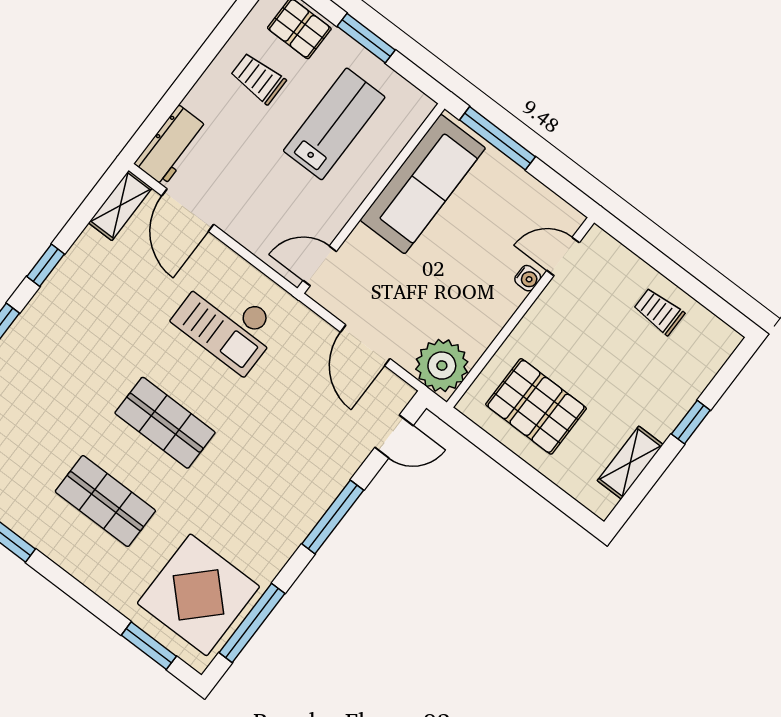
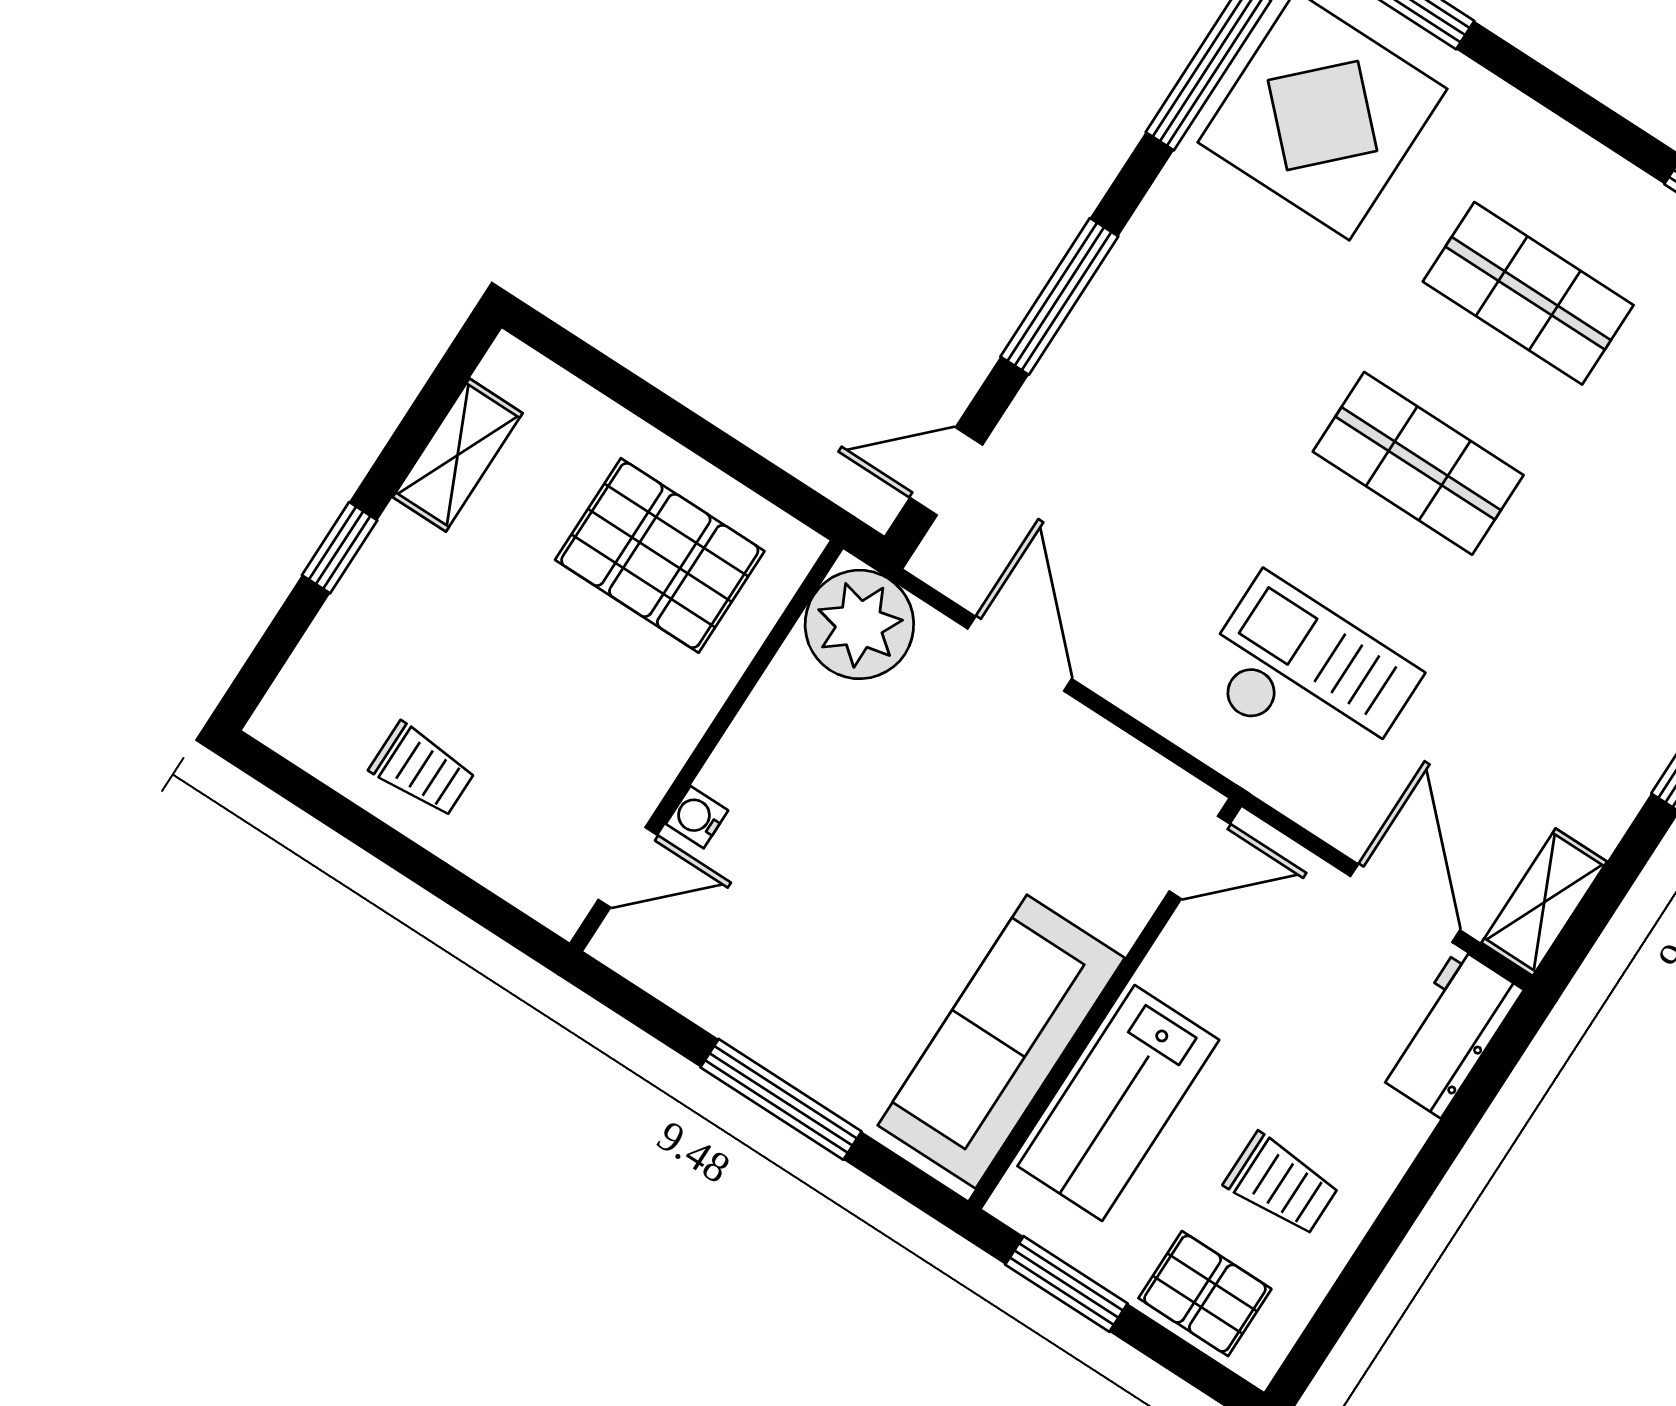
sofa: (423, 184) -> (1001, 1042), moved
wall: (371, 199) -> (1105, 1004), moved
door: (320, 266) -> (1200, 857), moved

